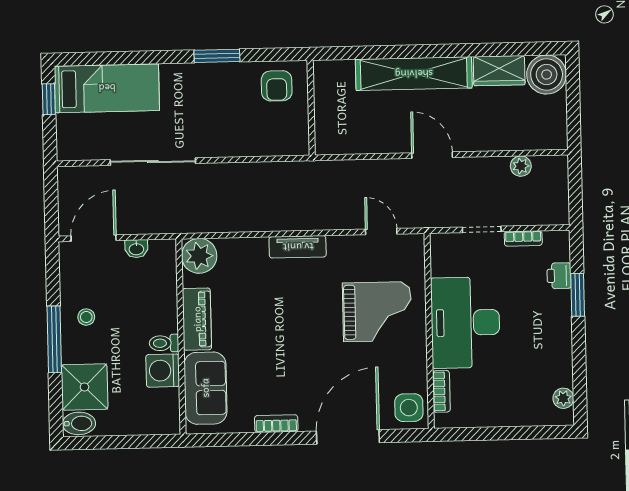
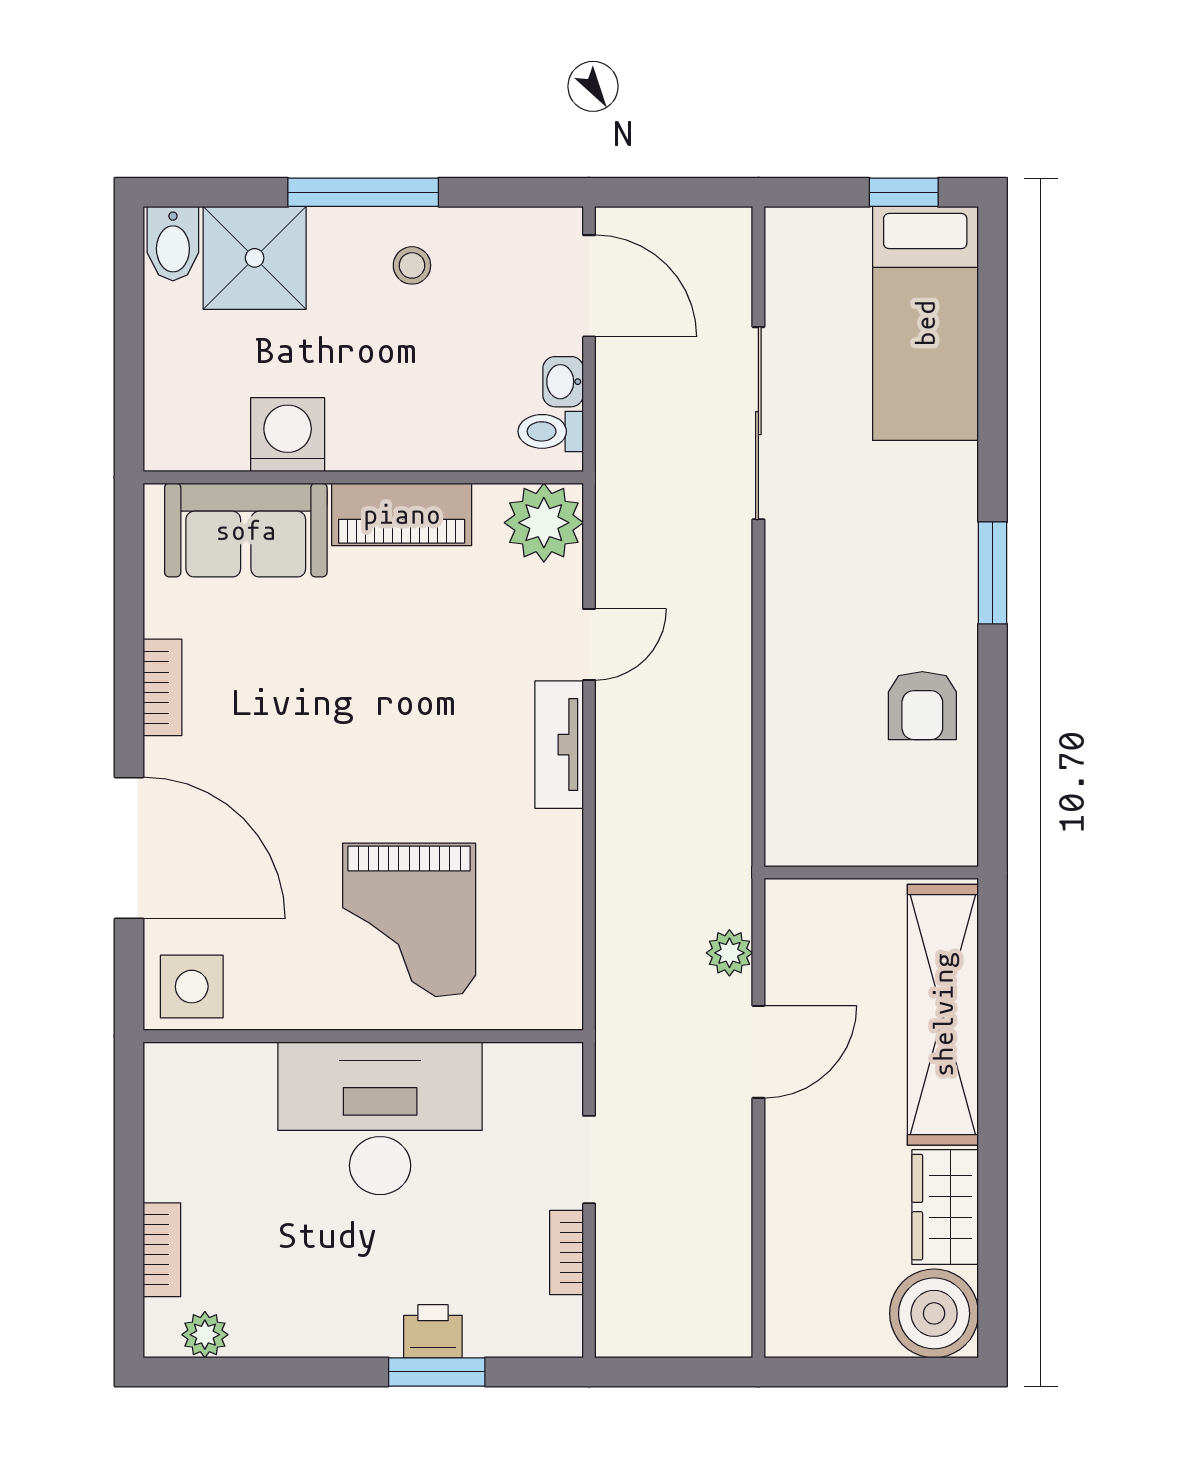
armchair: (277, 86) -> (922, 706), turned -90
wall: (311, 108) -> (871, 872), moved
plant: (521, 166) -> (729, 953), moved
door: (381, 232) -> (589, 645), moved
printer: (559, 276) -> (433, 1331), moved
toilet: (164, 343) -> (551, 431), moved, turned -90
bookcase: (441, 391) -> (162, 1250), moved, turned -90

